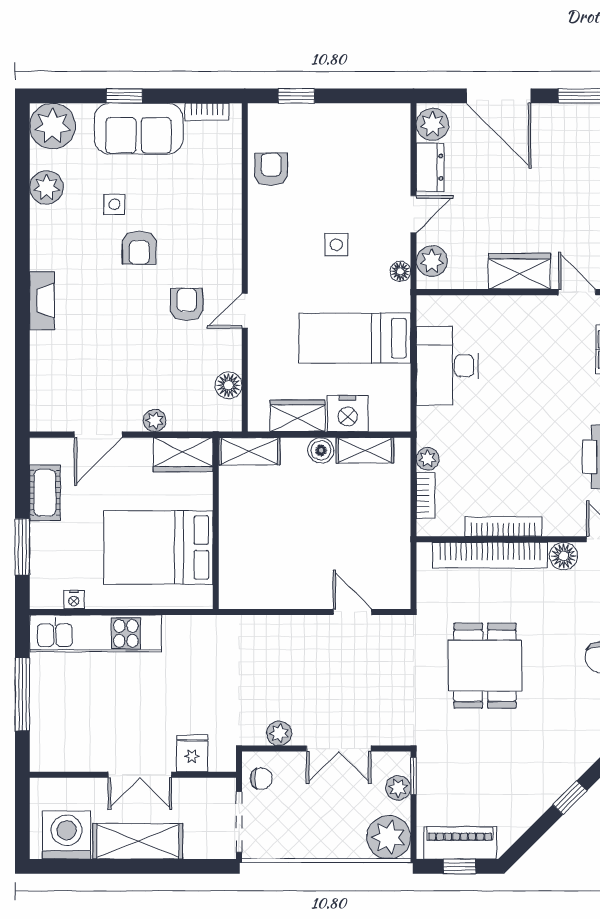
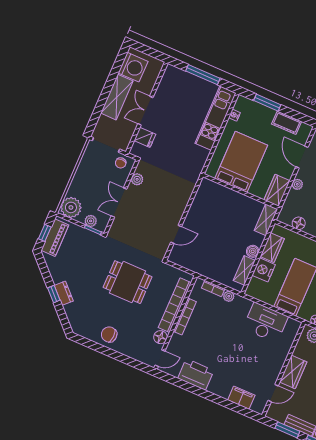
dresser: (560, 779) -> (64, 293), added

